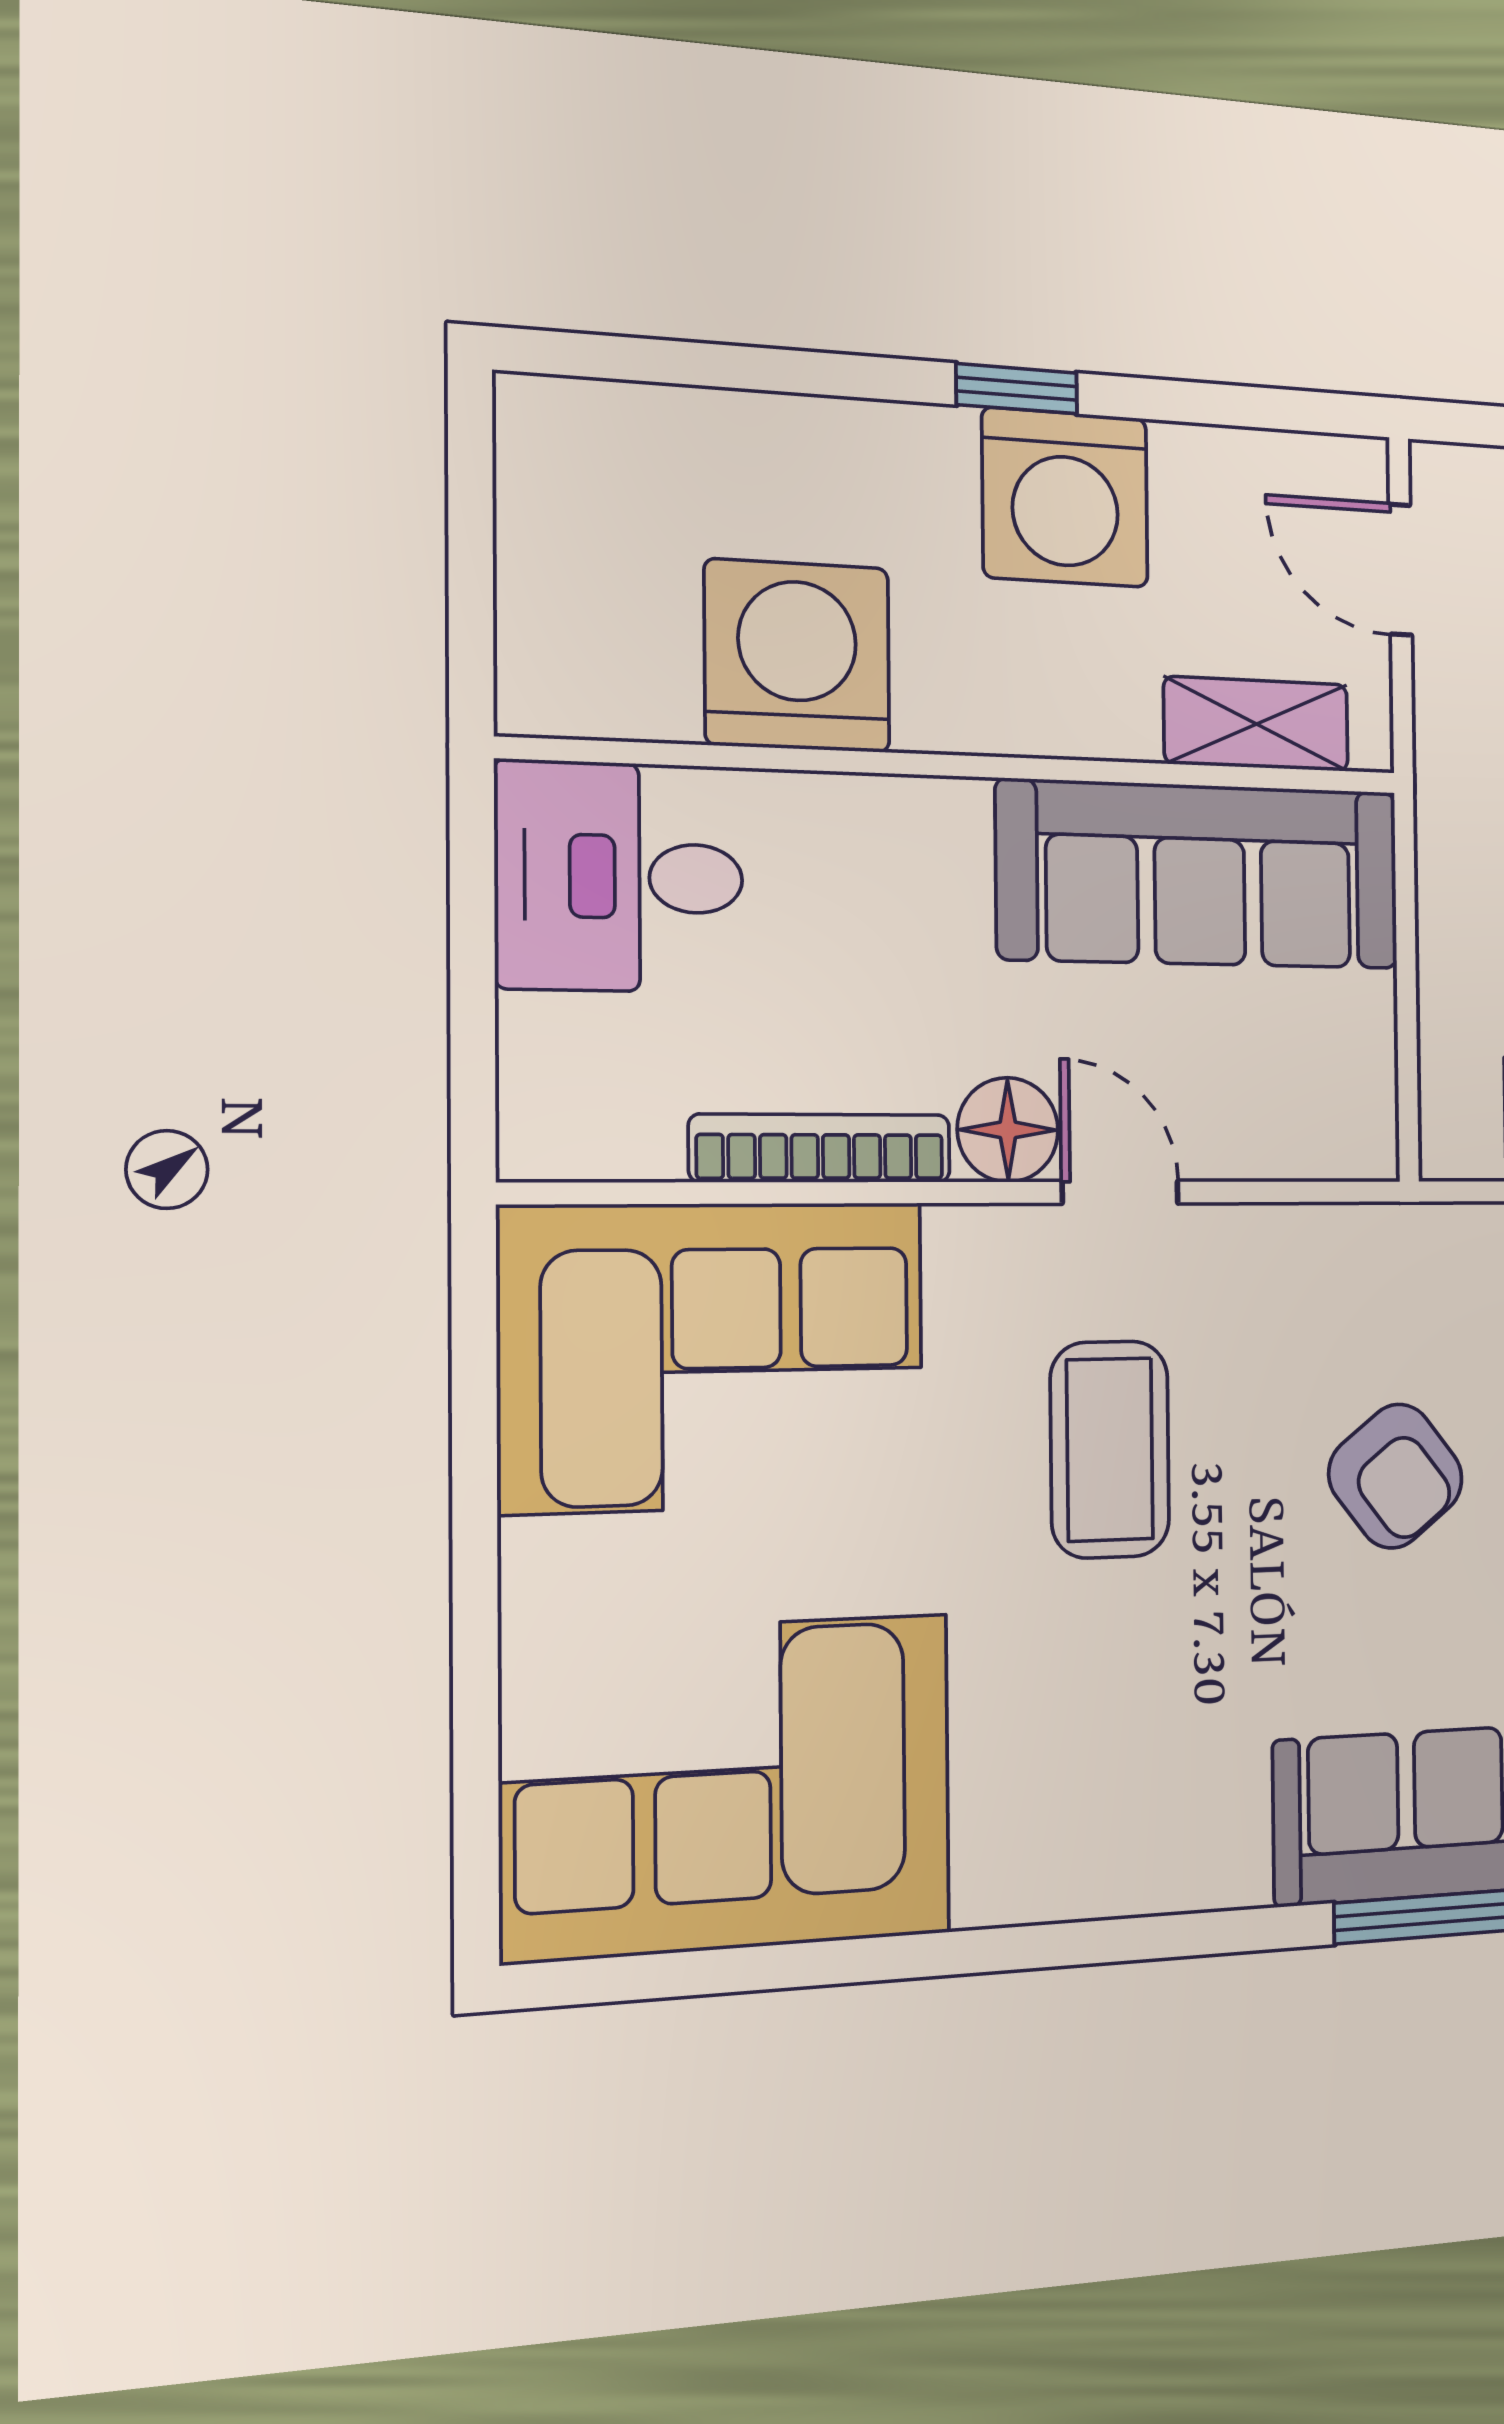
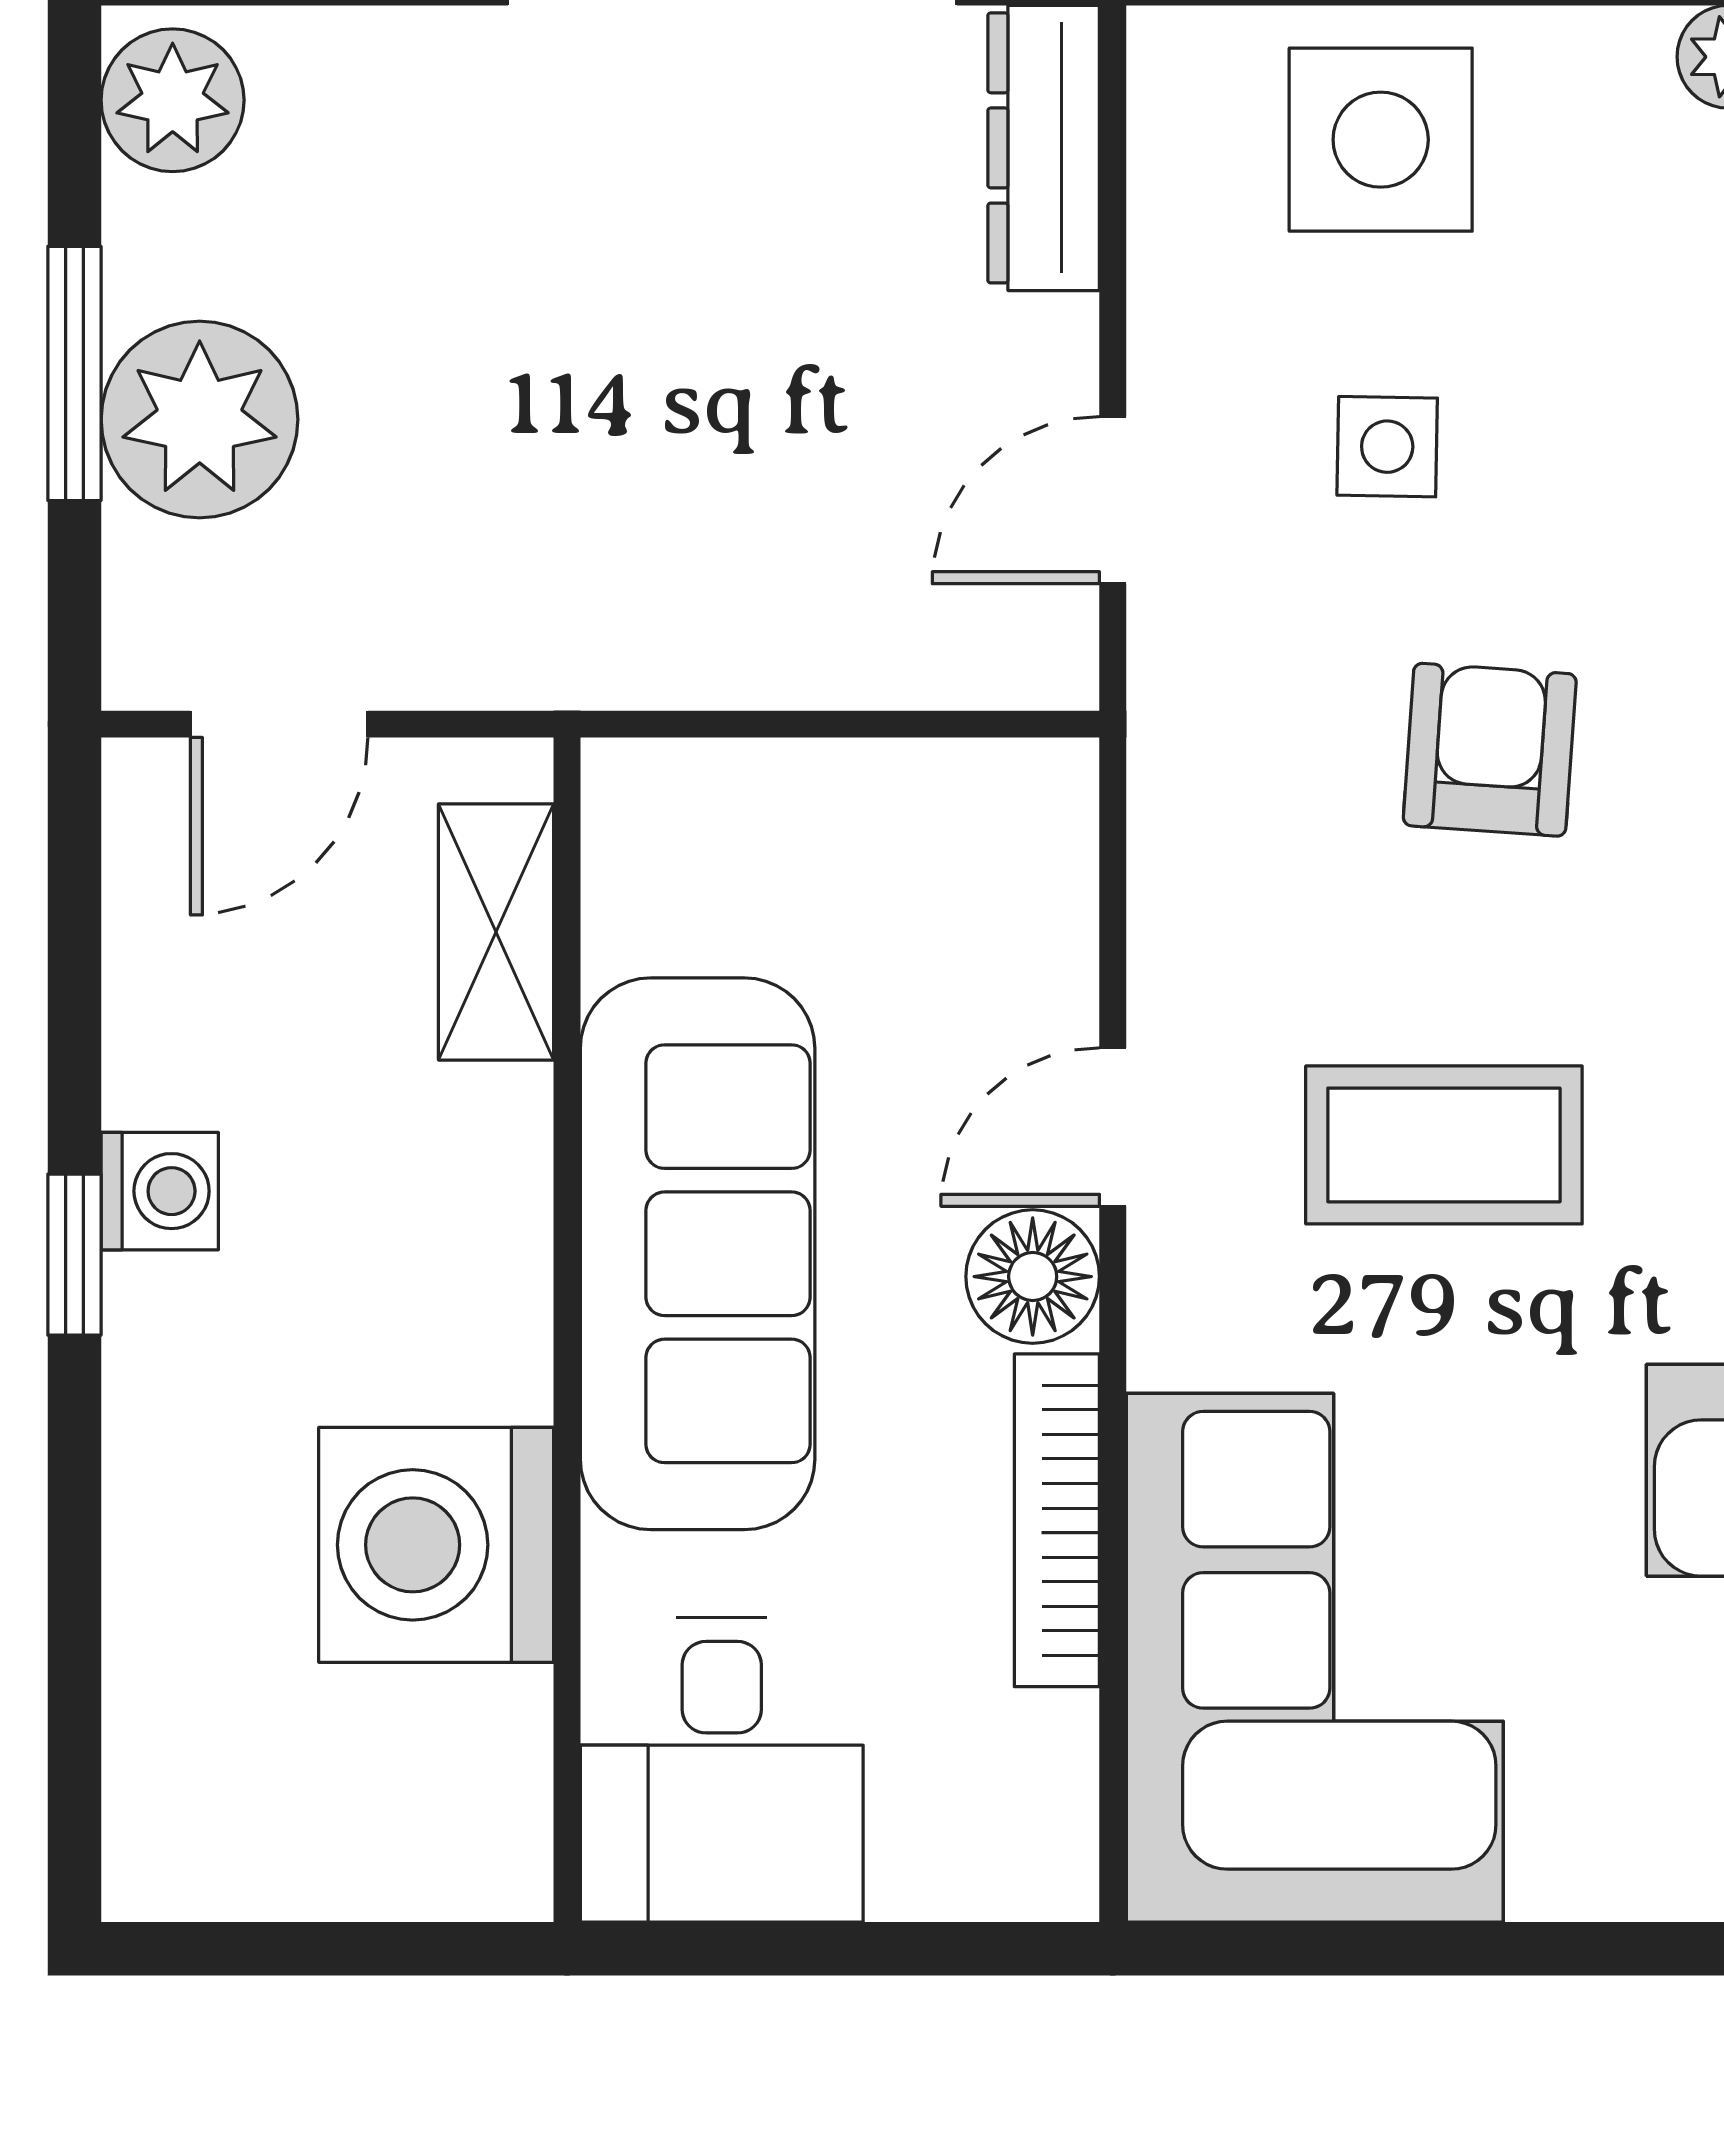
washing machine: (1065, 497) -> (160, 1191), width x0.53, depth x0.53
sofa: (1200, 875) -> (698, 1254), moved
armchair: (1396, 1476) -> (1490, 750), turned -48

